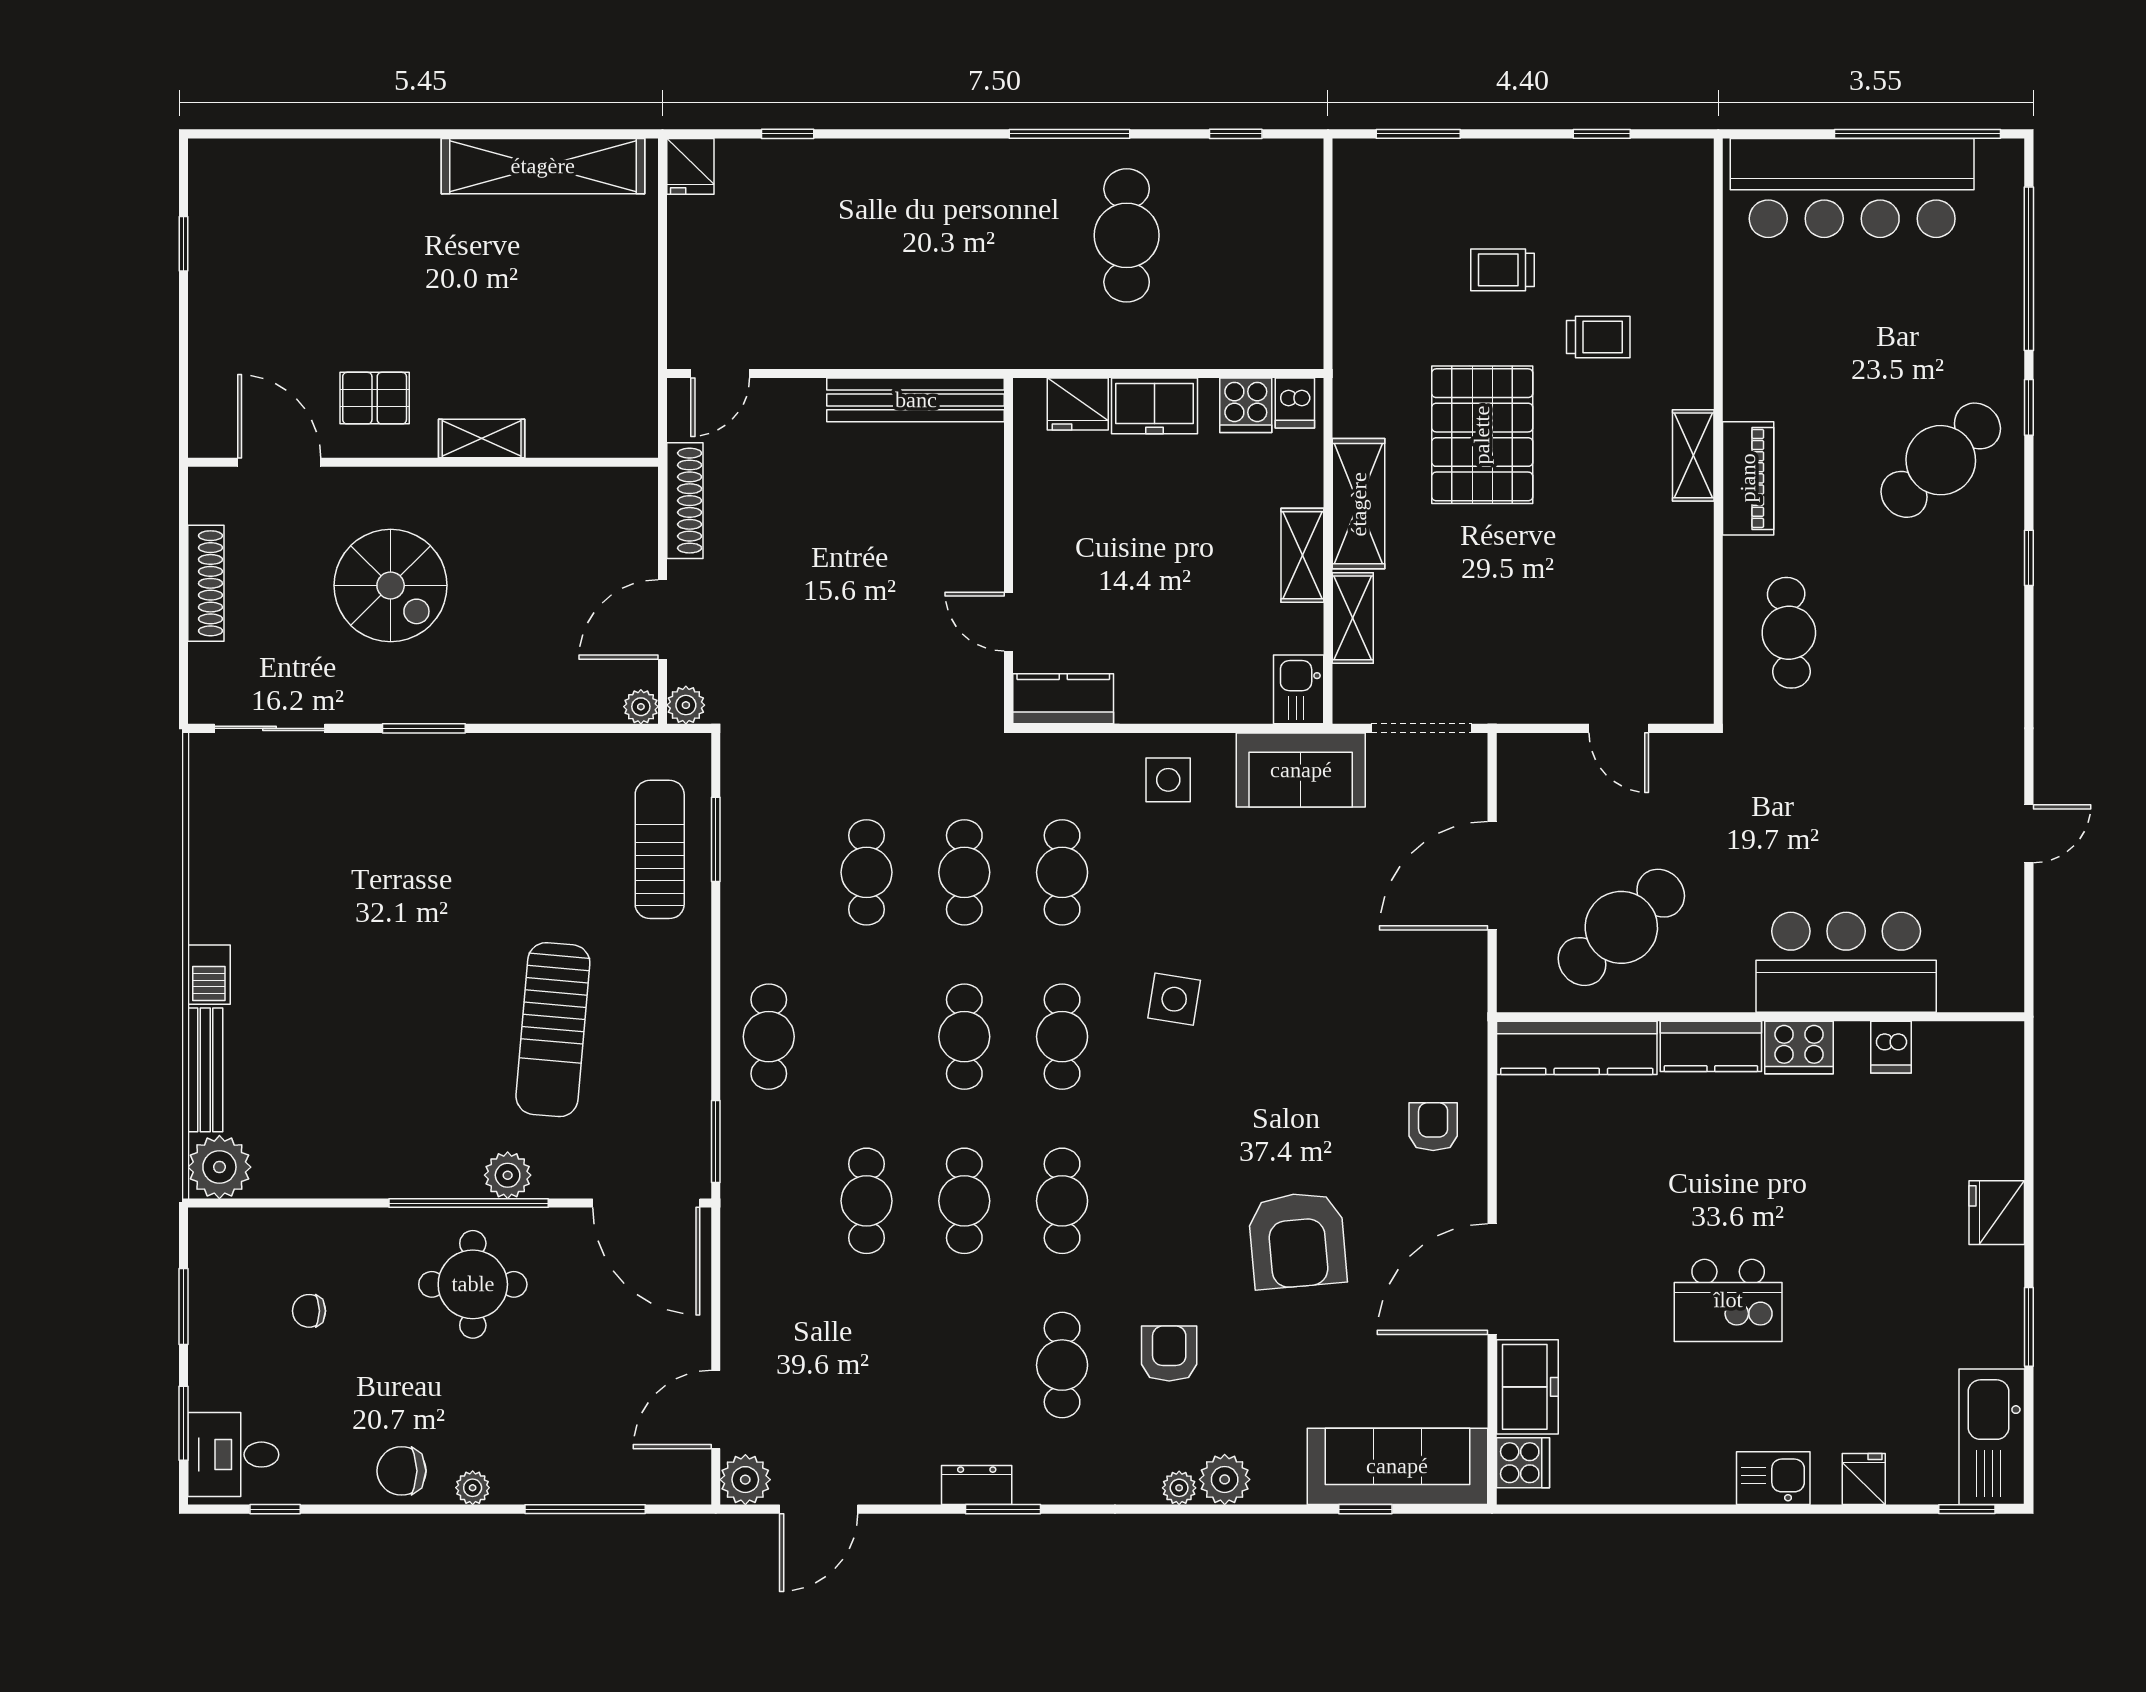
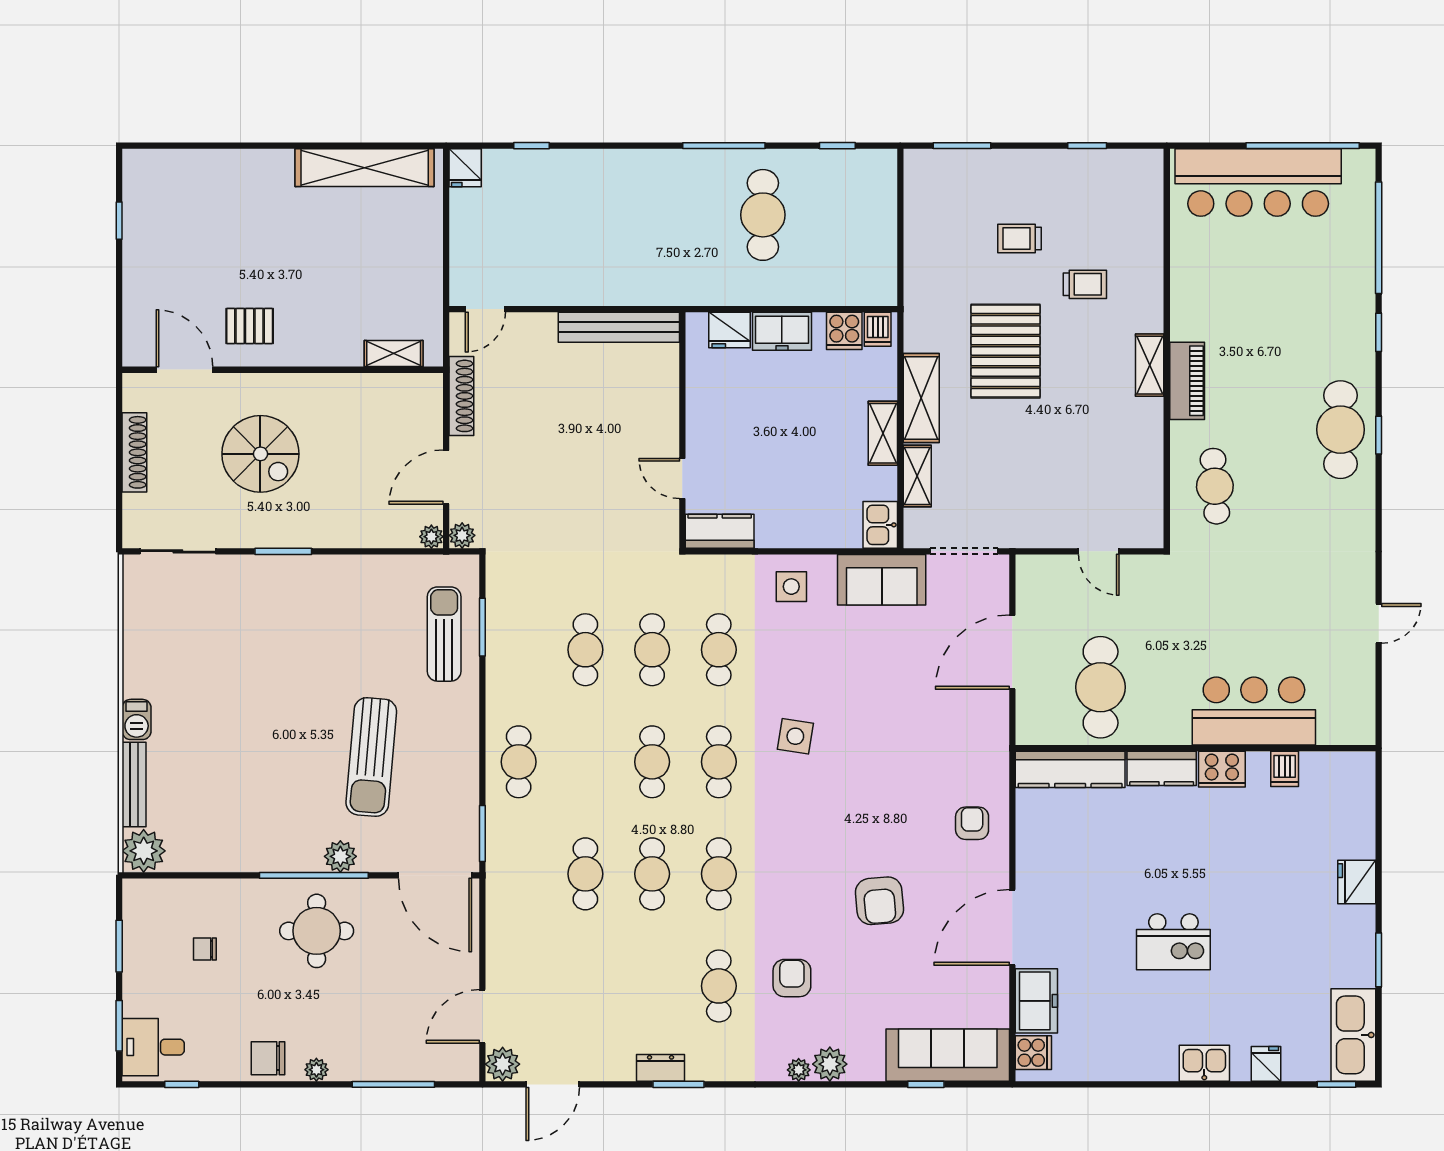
shelving: (482, 438) -> (394, 354), moved
cafe table: (1941, 460) -> (1341, 430), moved, turned -47
cafe table: (1621, 927) -> (1101, 687), turned -49
armchair: (1297, 1240) -> (879, 901), width x0.73, depth x0.73

